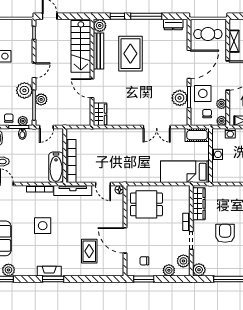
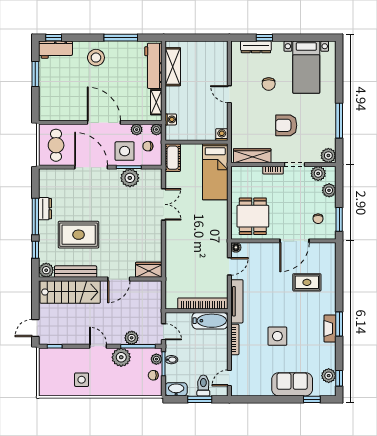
dresser: (173, 24) -> (45, 209), moved
shelving: (234, 41) -> (64, 115), removed
washing machine: (217, 154) -> (222, 135), moved

